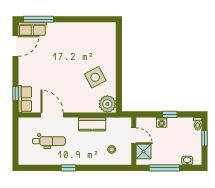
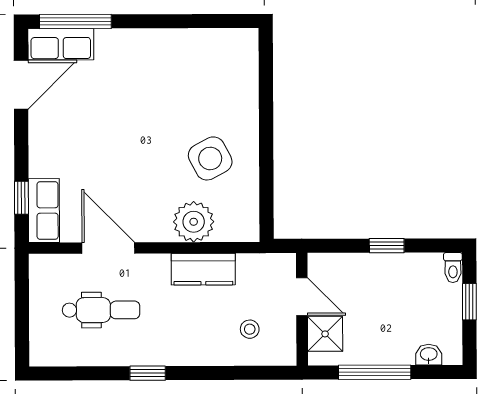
plant: (107, 104) -> (194, 222), moved
washing machine: (162, 122) -> (368, 265), removed

